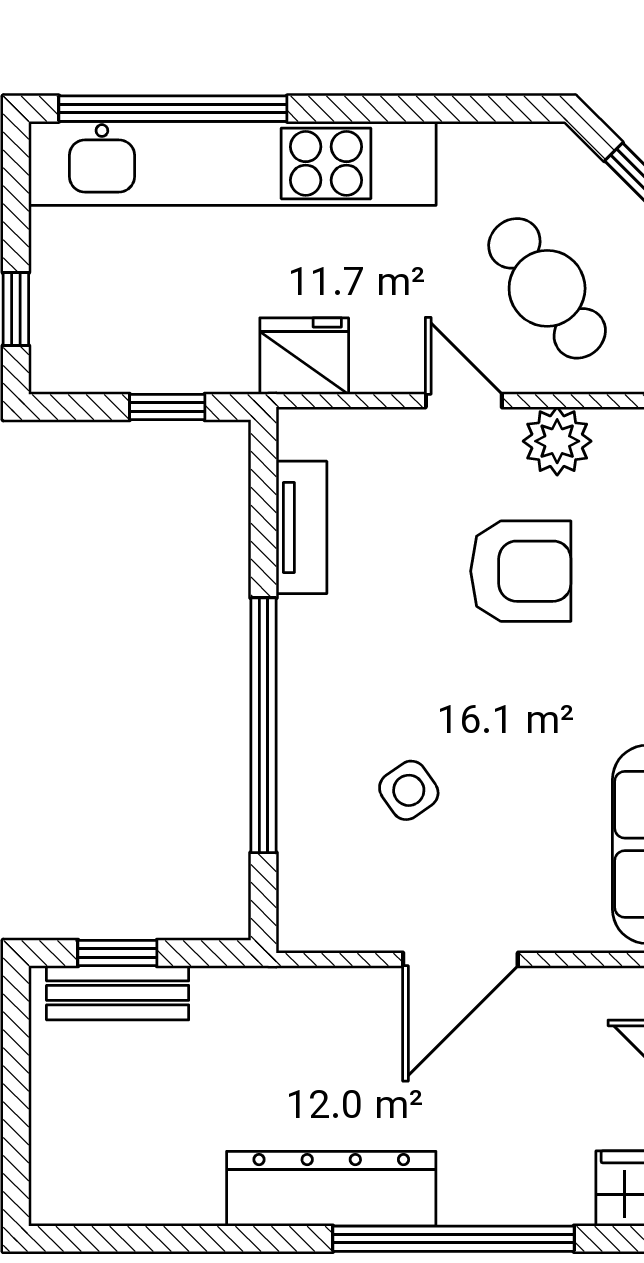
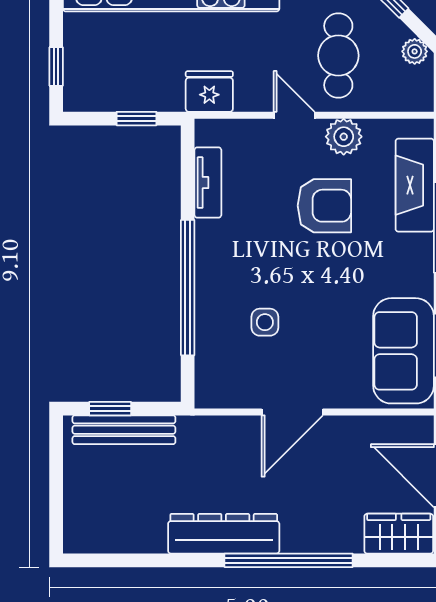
cafe table: (547, 288) -> (338, 56), turned 36
side table: (409, 790) -> (265, 322), turned 35
bench: (118, 993) -> (124, 430), width x1.36

